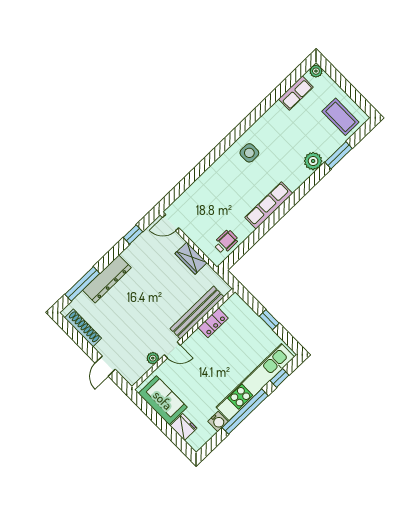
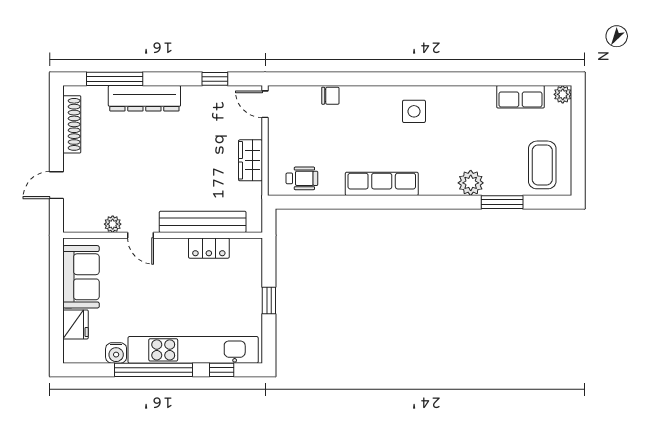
chair: (199, 186) -> (330, 96), added

